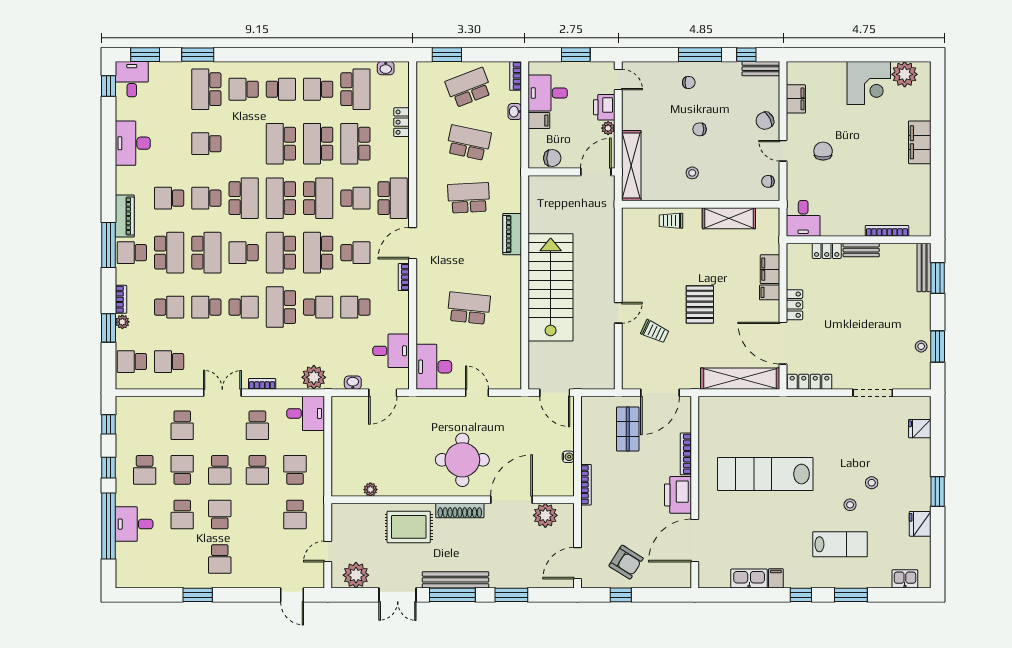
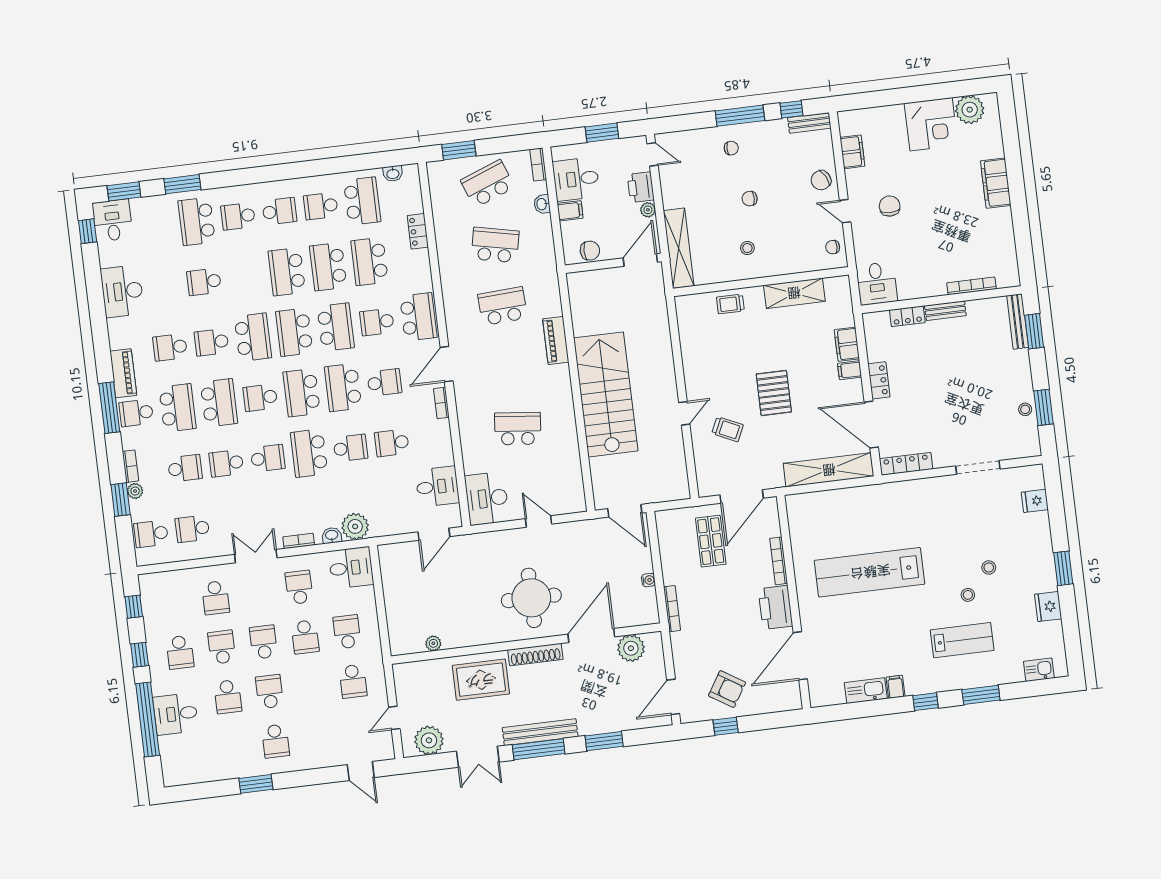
school desk: (355, 198) -> (377, 322), turned 180
washbasin: (353, 383) -> (332, 535), moved
school desk: (257, 425) -> (299, 587), turned 180
school desk: (220, 470) -> (263, 642), turned 180

